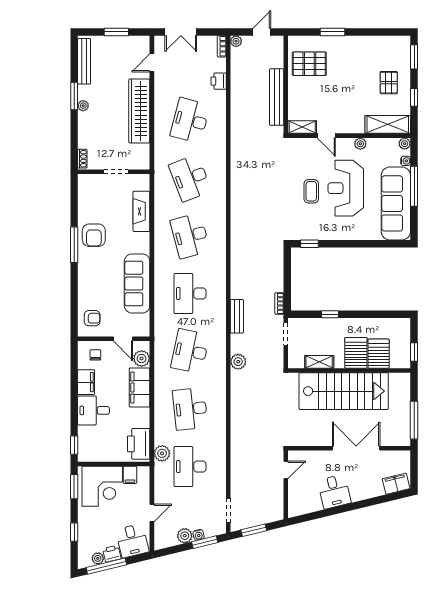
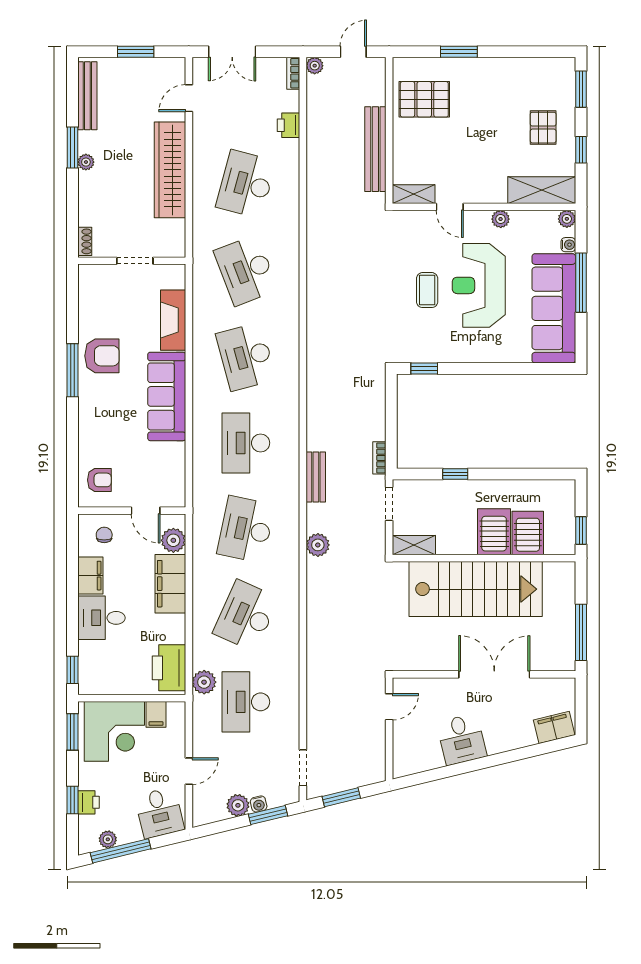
armchair: (94, 235) -> (102, 356), turned -90
sofa: (137, 283) -> (167, 396), moved
shelving: (319, 362) -> (414, 545), moved
desk: (190, 409) -> (246, 616), turned 30
printer: (112, 554) -> (89, 802), moved, turned 104

